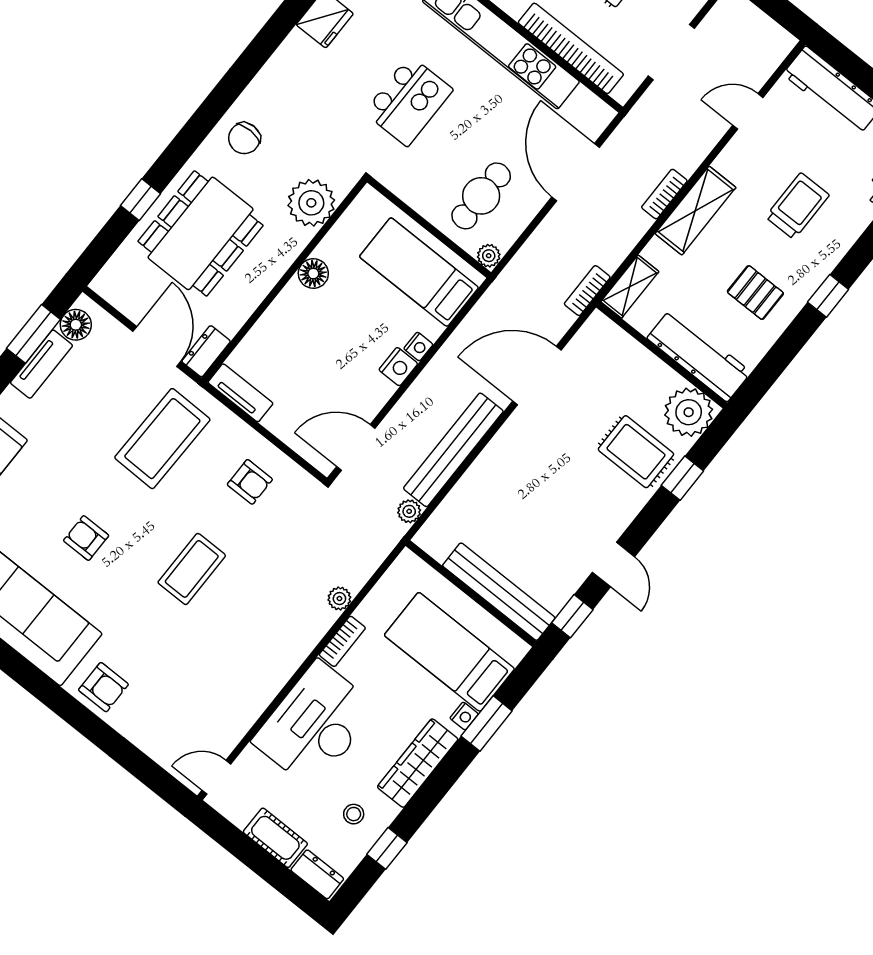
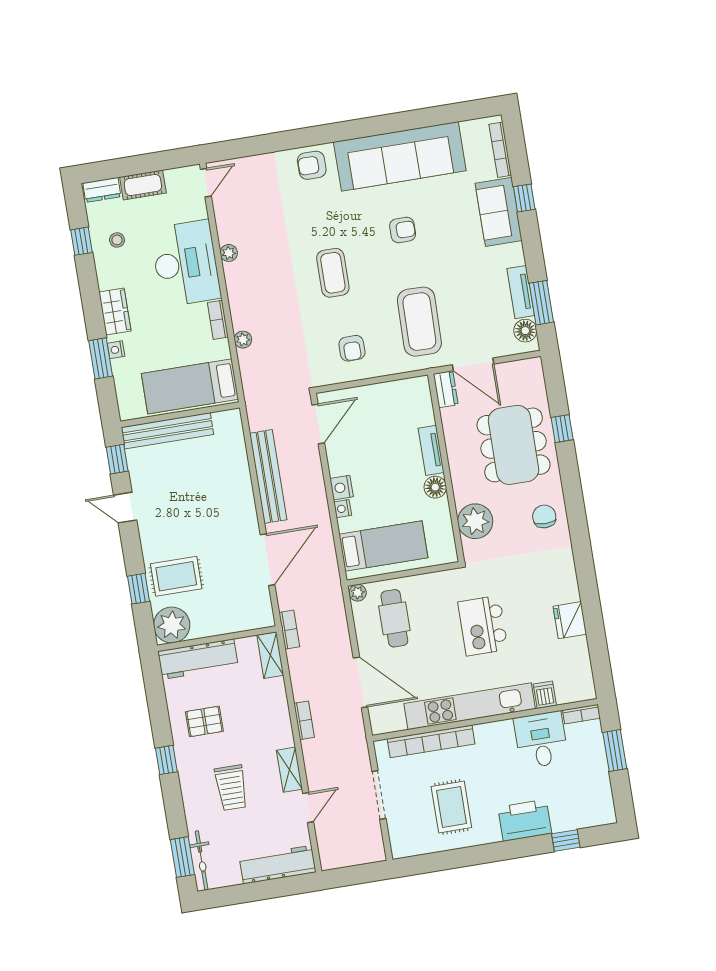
shelving: (695, 211) -> (289, 770), moved, width x0.67, depth x0.75
tv unit: (240, 393) -> (431, 450), moved, turned 90
armchair: (250, 482) -> (352, 348), turned -90
plant: (409, 511) -> (229, 253), moved
bed: (449, 652) -> (190, 386), moved, turned 180
wardrobe: (418, 763) -> (115, 311), width x0.67

